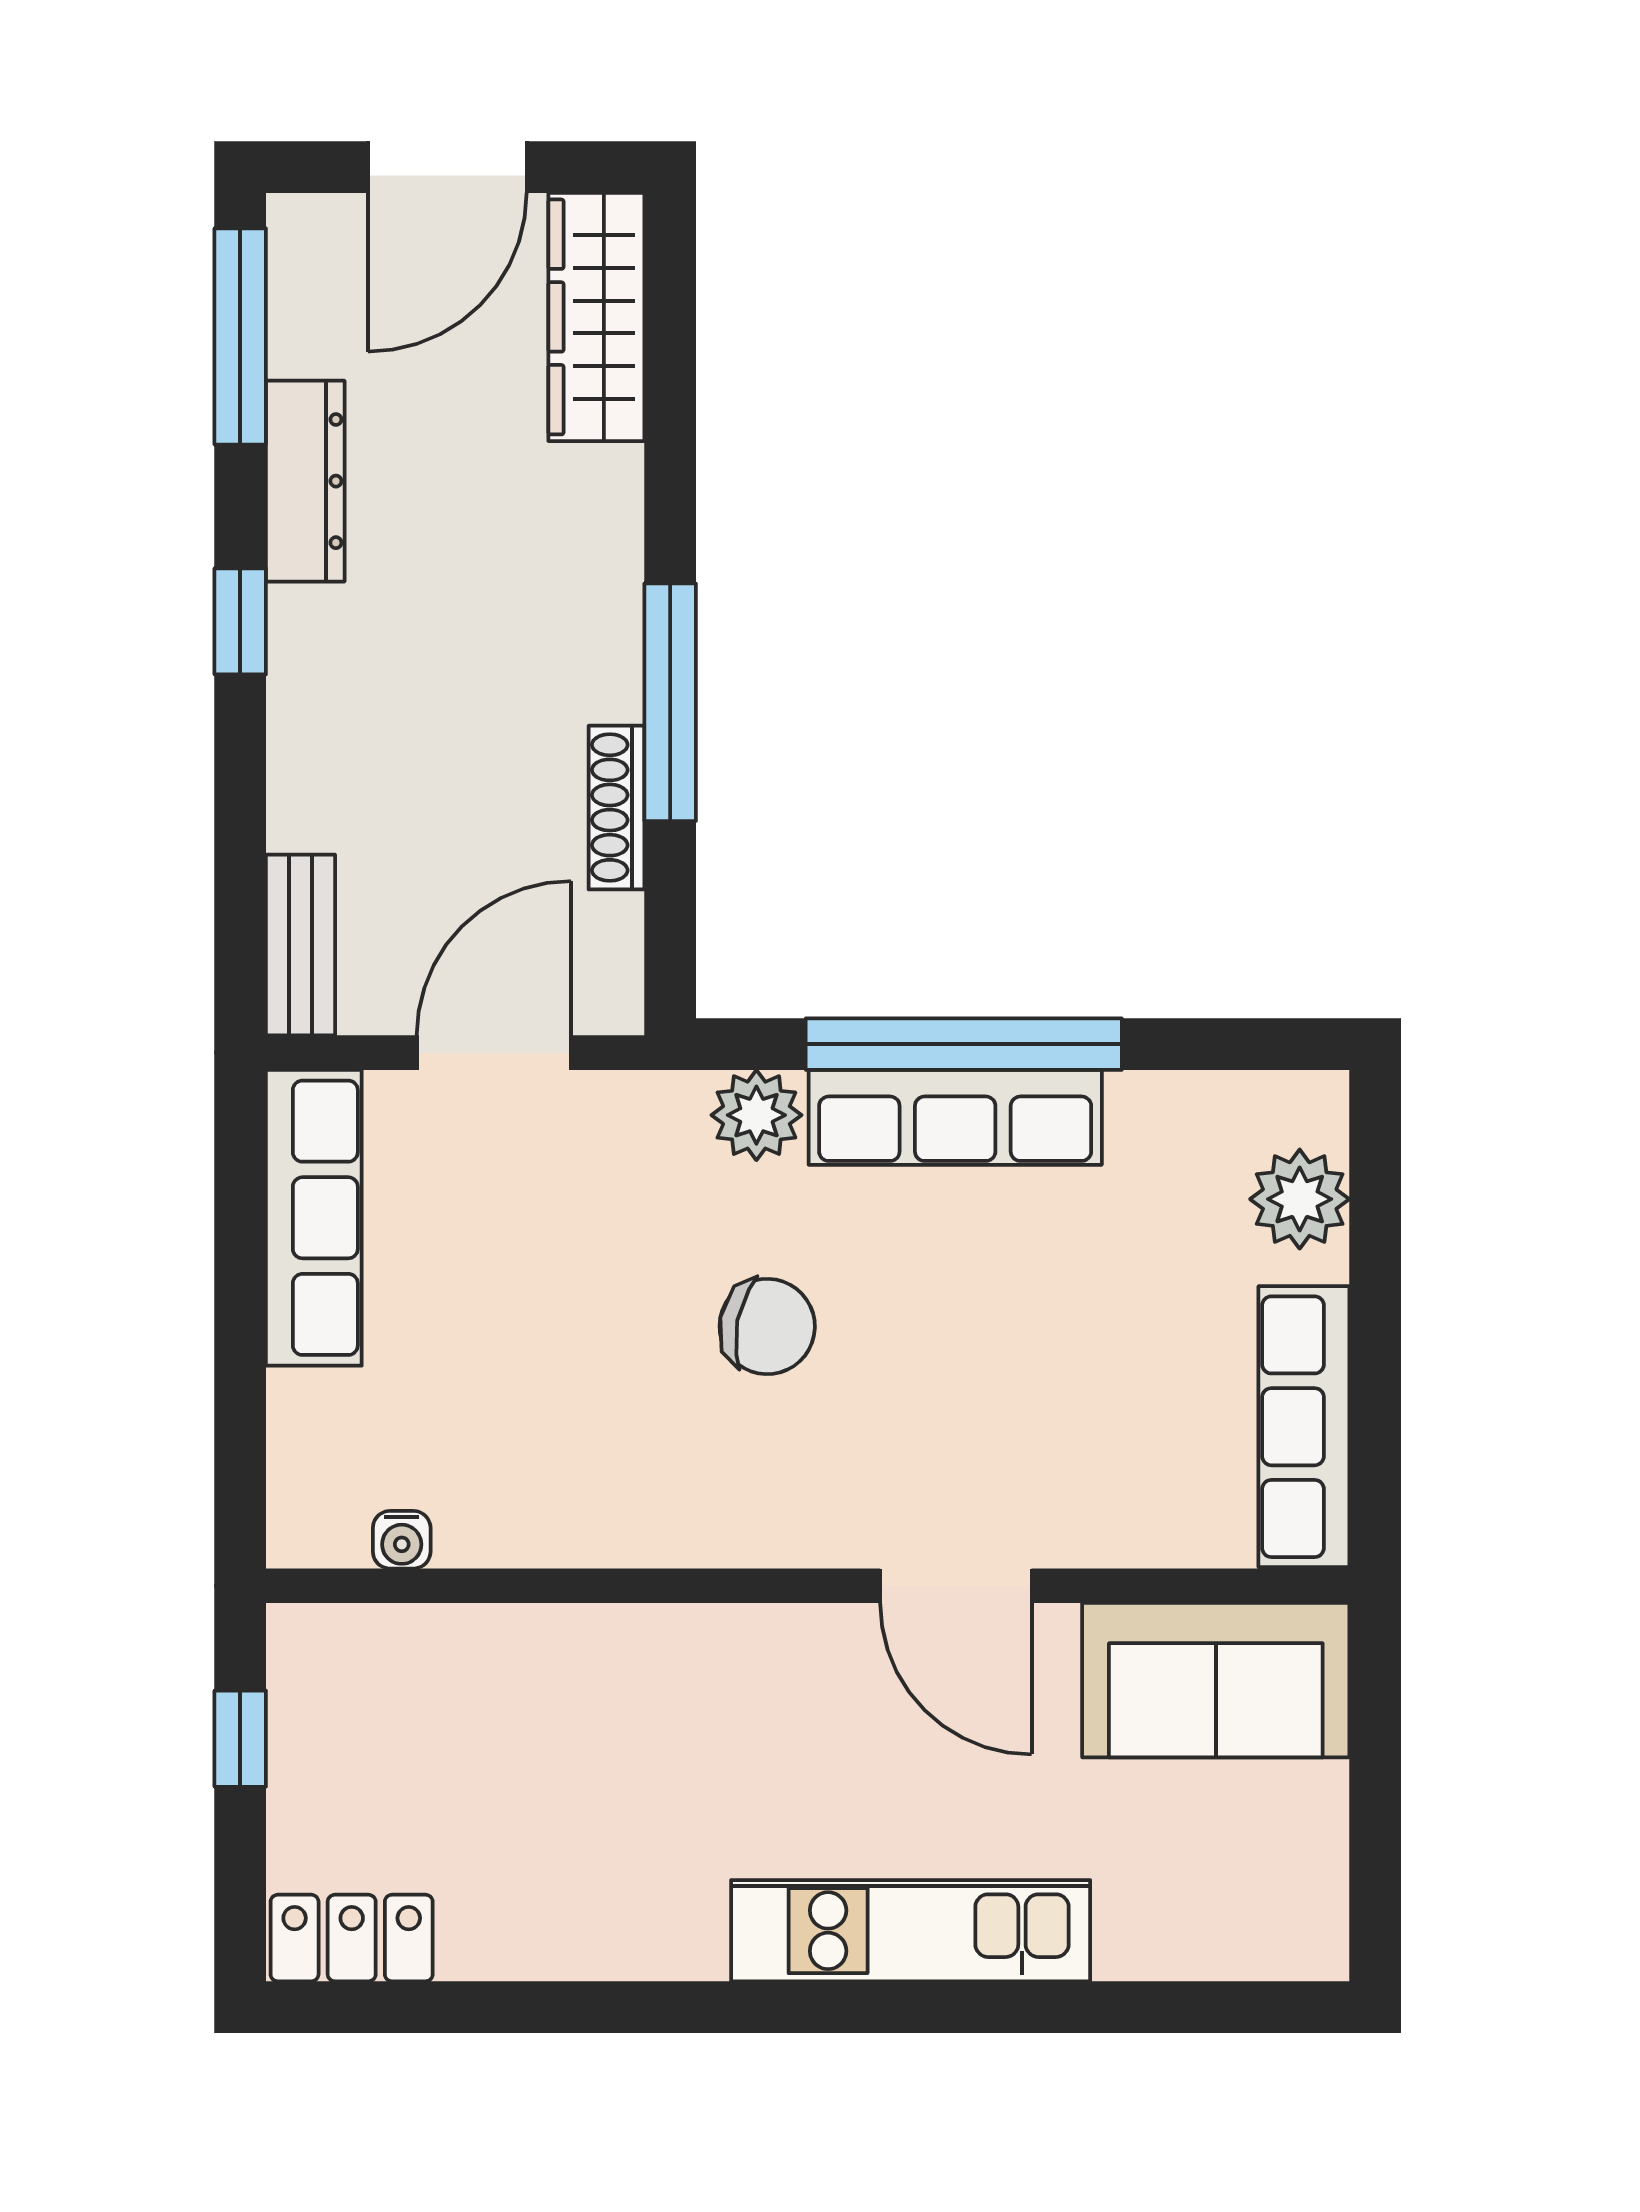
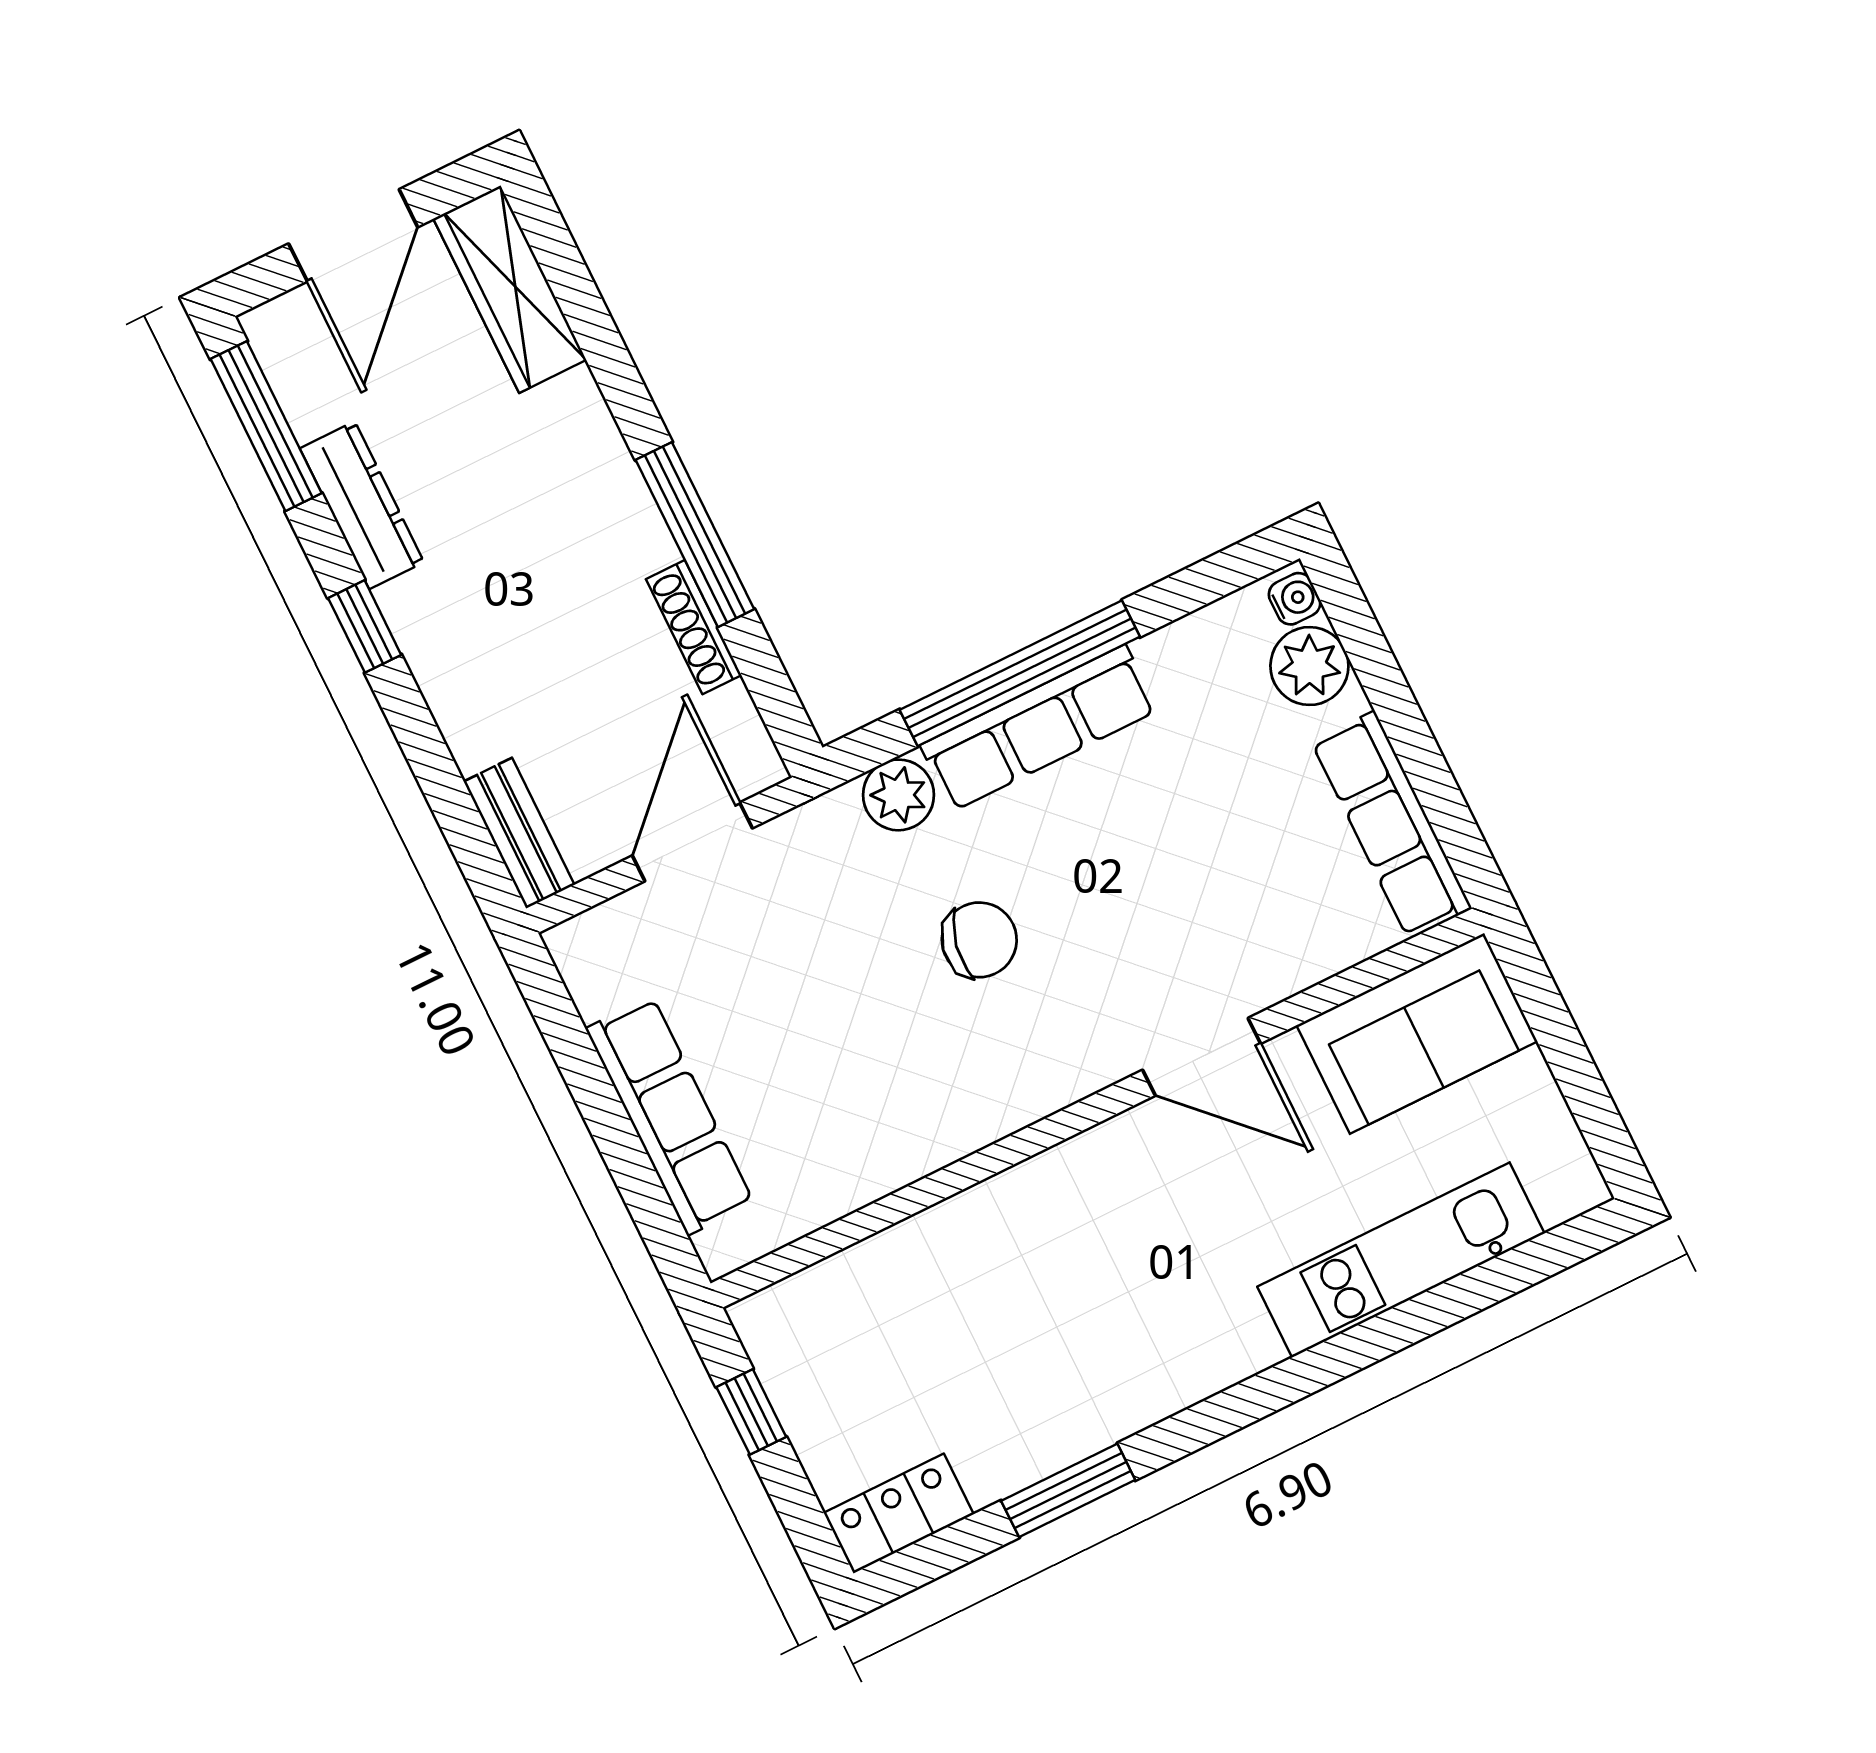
row of seats: (314, 1218) -> (670, 1116), moved
water cooler: (402, 1540) -> (1295, 599), moved, turned -90
kitchen unit: (911, 1931) -> (1401, 1260), moved
window: (559, 2007) -> (1068, 1490), added

